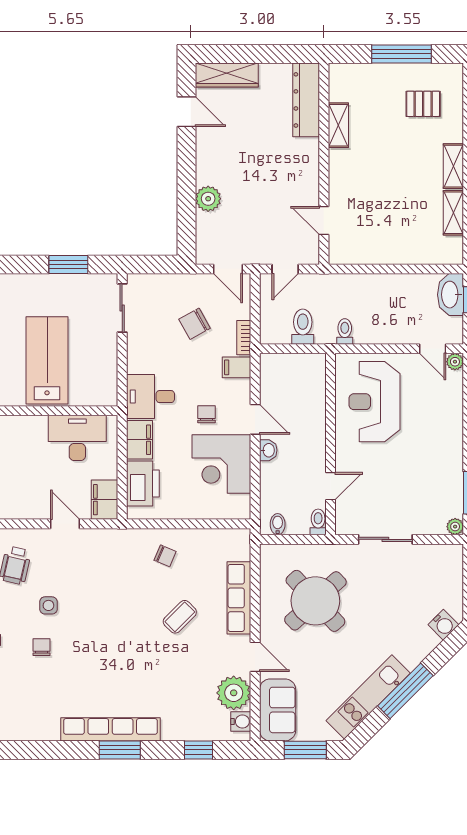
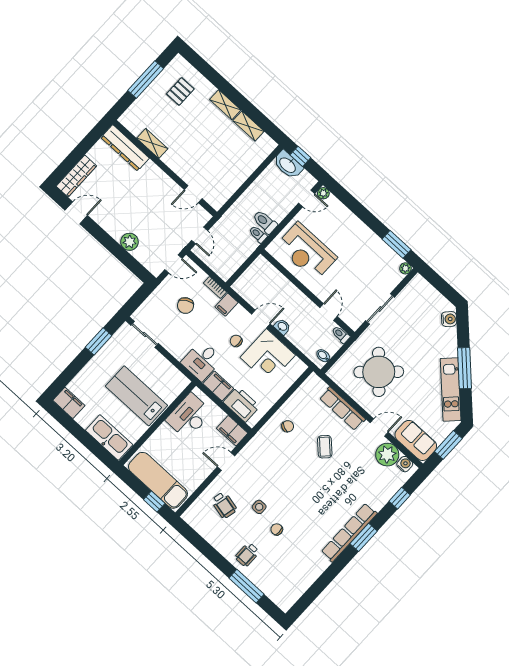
toilet: (303, 327) -> (265, 222), moved

